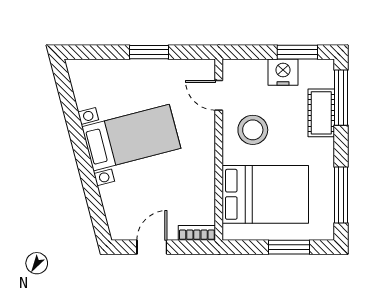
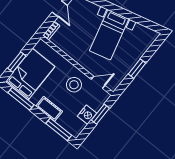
window: (297, 52) -> (100, 114), moved
cot: (321, 113) -> (49, 109), moved
bed: (265, 194) -> (30, 74), moved, turned 180

